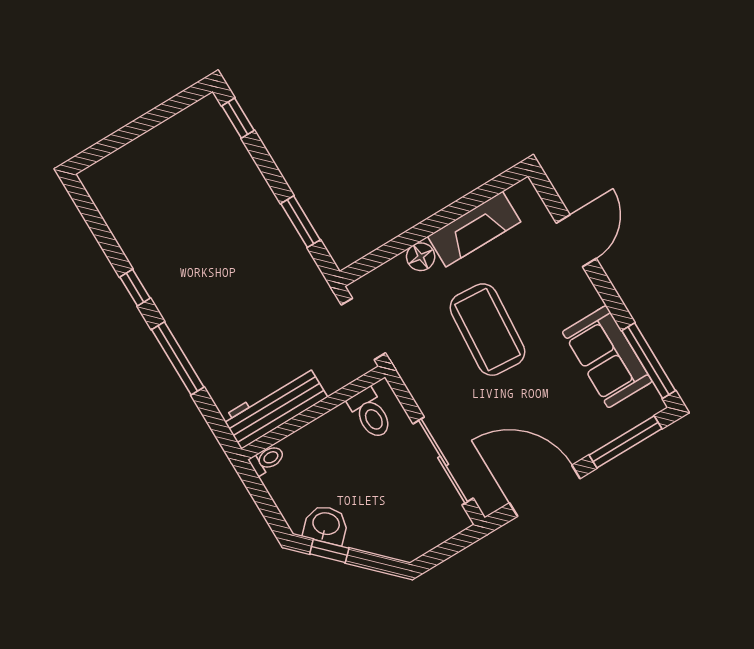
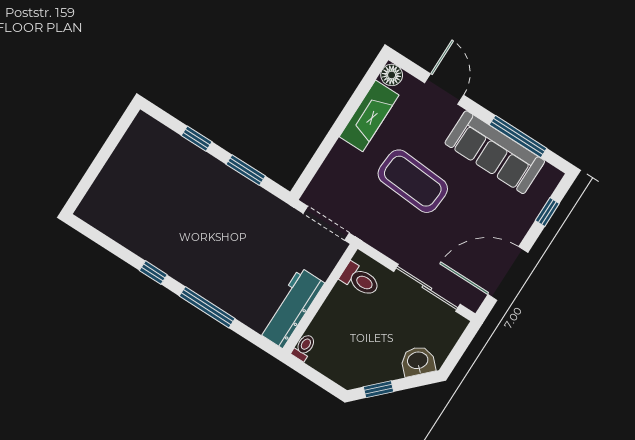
window: (238, 118) -> (197, 139), moved
floor lamp: (421, 257) -> (392, 75), moved
sofa: (607, 357) -> (495, 152), width x1.36
window: (649, 361) -> (518, 136), moved
window: (626, 442) -> (547, 212), width x0.46
washbasin: (326, 525) -> (418, 361), moved

